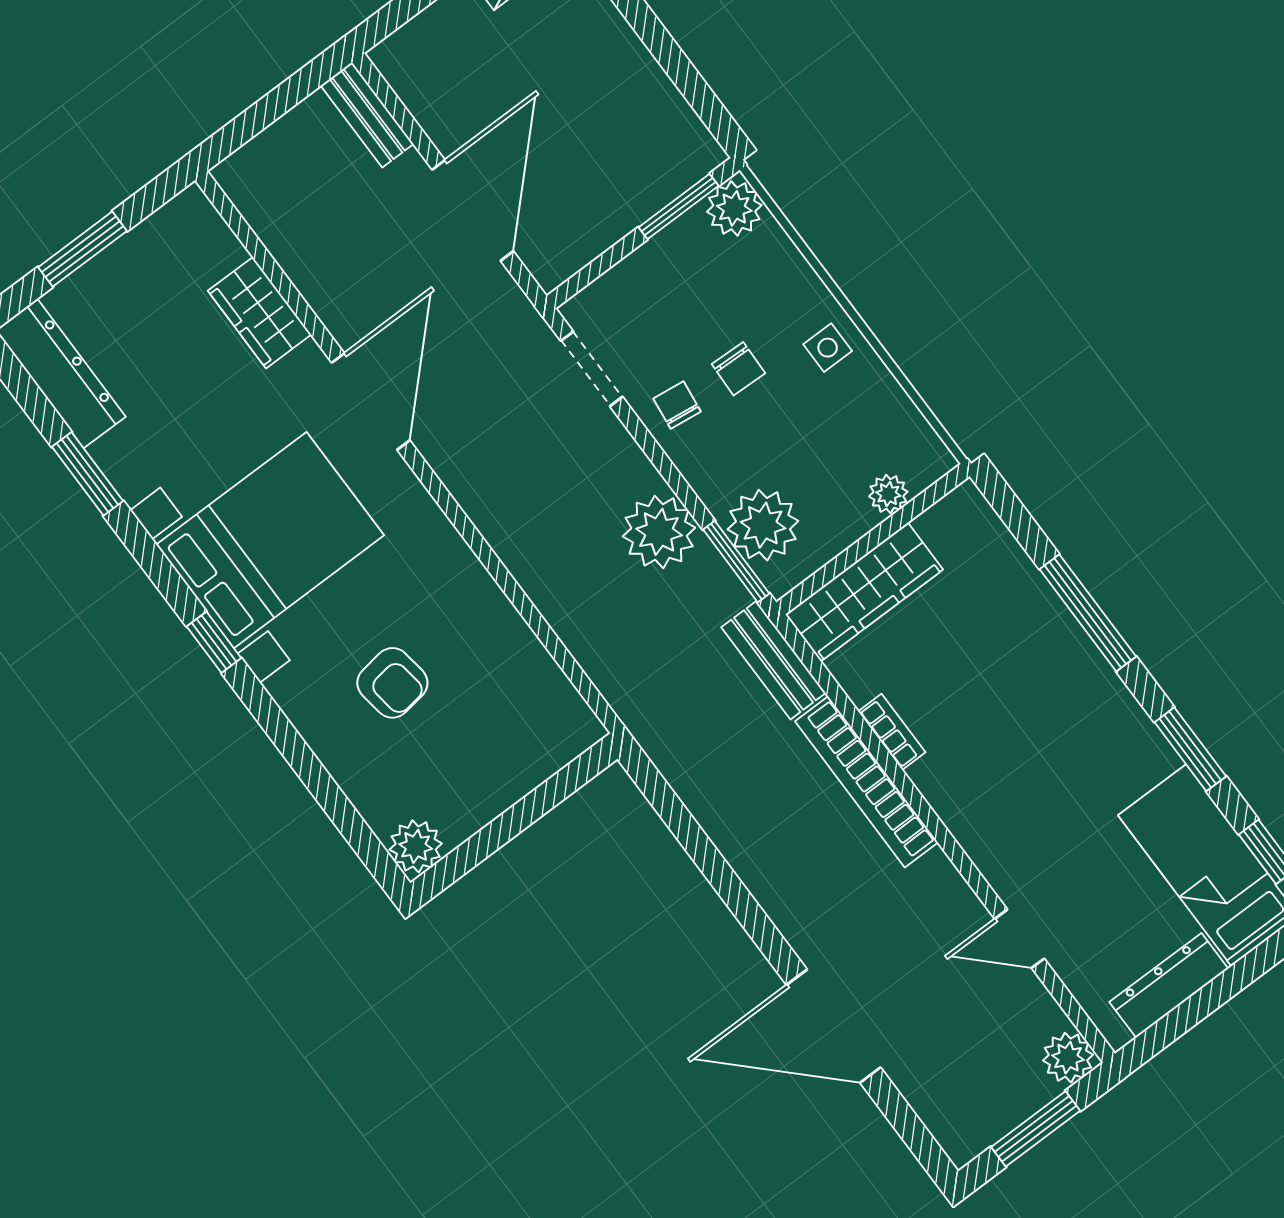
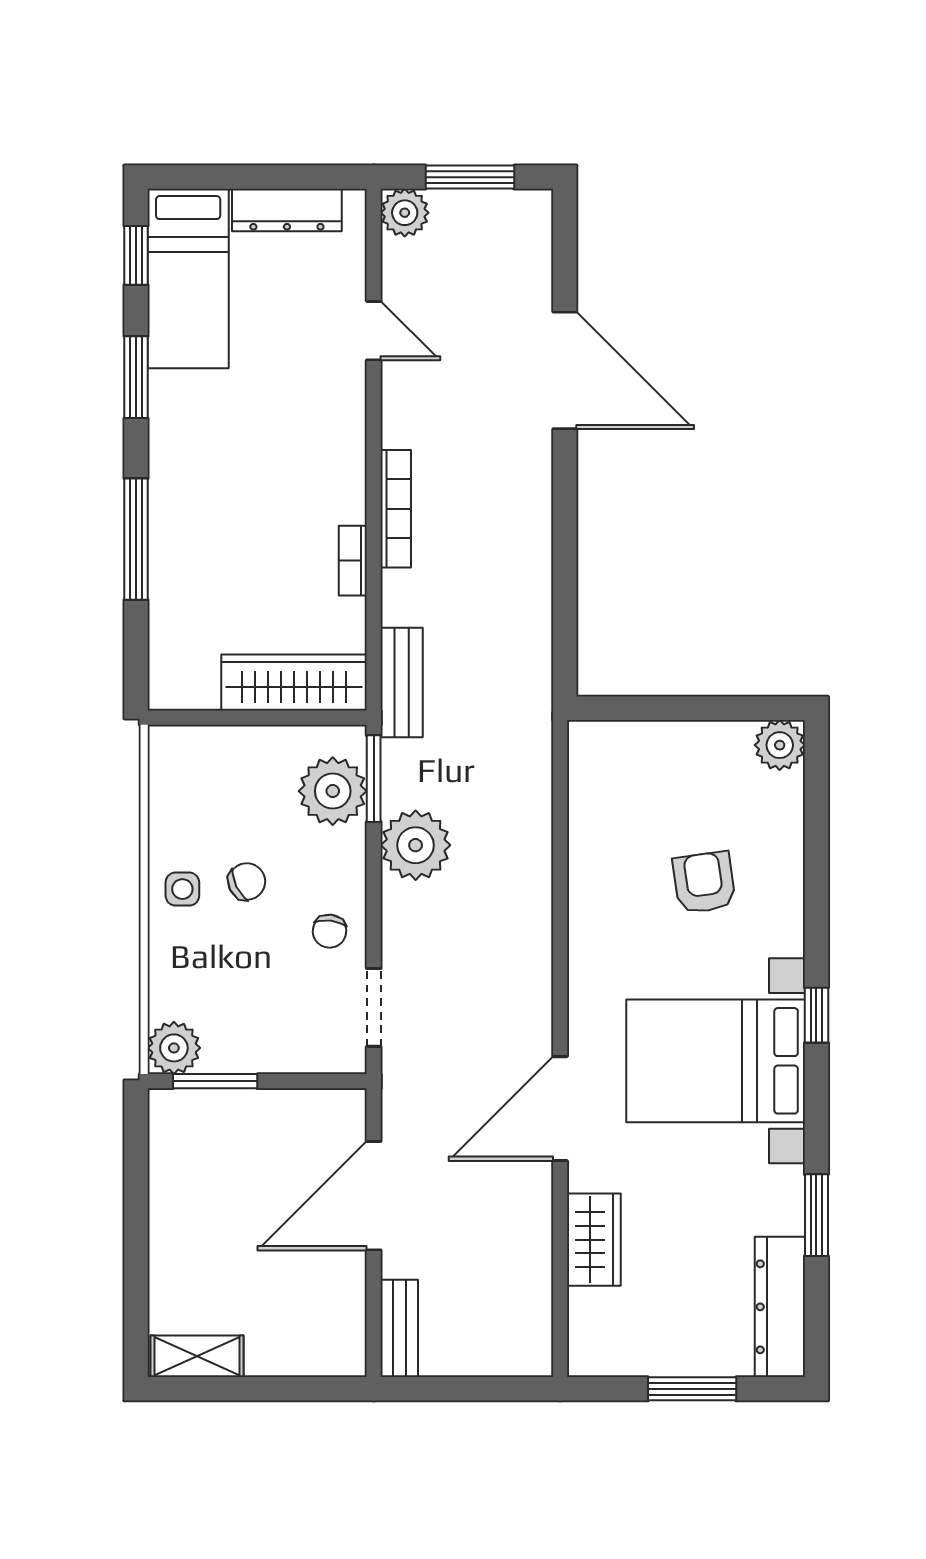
chair: (738, 369) -> (247, 882), moved, turned 62
plant: (888, 494) -> (220, 743), removed
bookcase: (867, 782) -> (396, 509), width x0.68, depth x0.76

